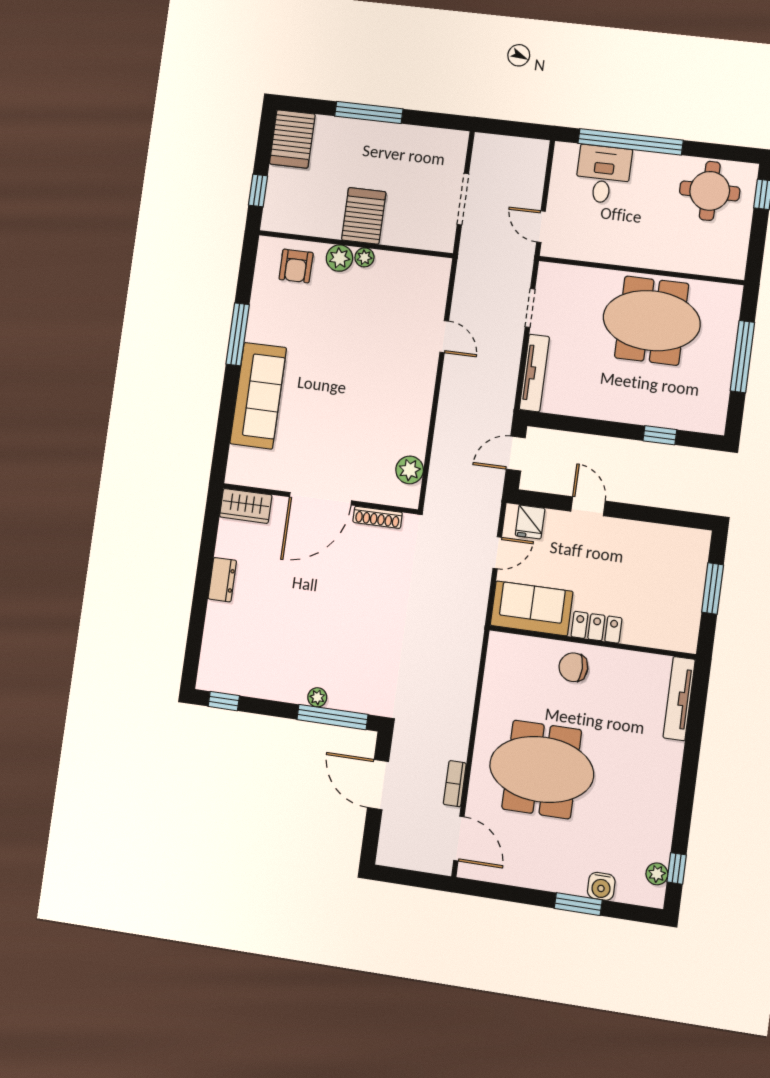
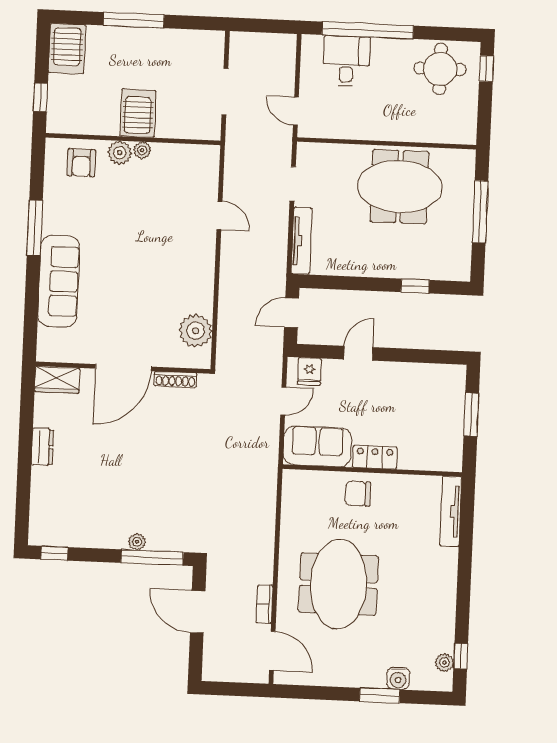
plant: (410, 470) -> (196, 331), width x1.36, depth x1.36
door: (588, 506) -> (358, 353), hinge flipped
meeting table: (542, 769) -> (338, 584), turned 90

